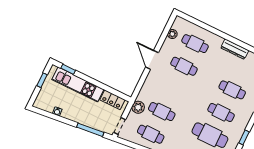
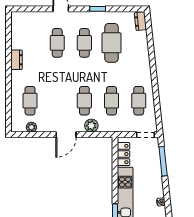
dresser: (235, 49) -> (17, 60), width x0.70
cafe table: (184, 66) -> (84, 101), moved
plant: (138, 107) -> (91, 126), moved

